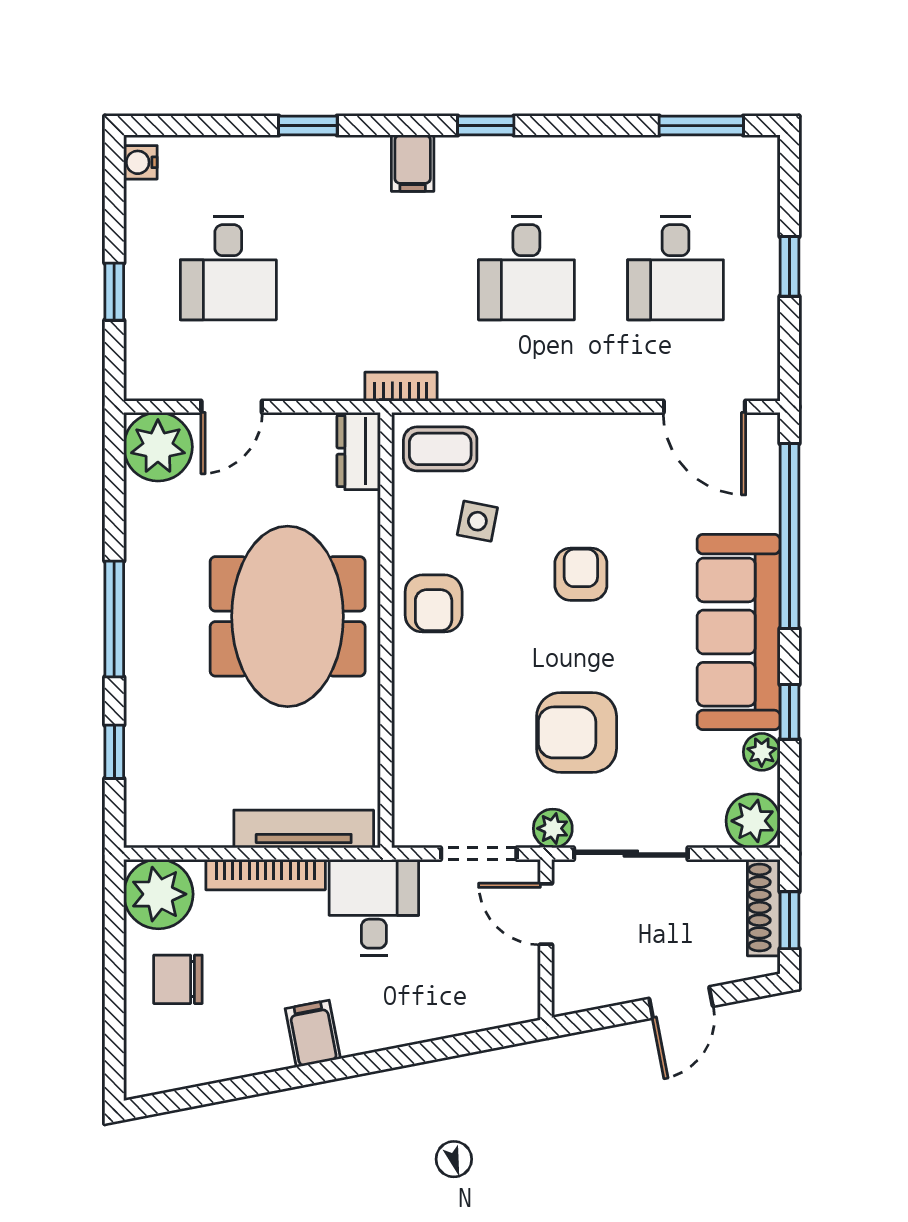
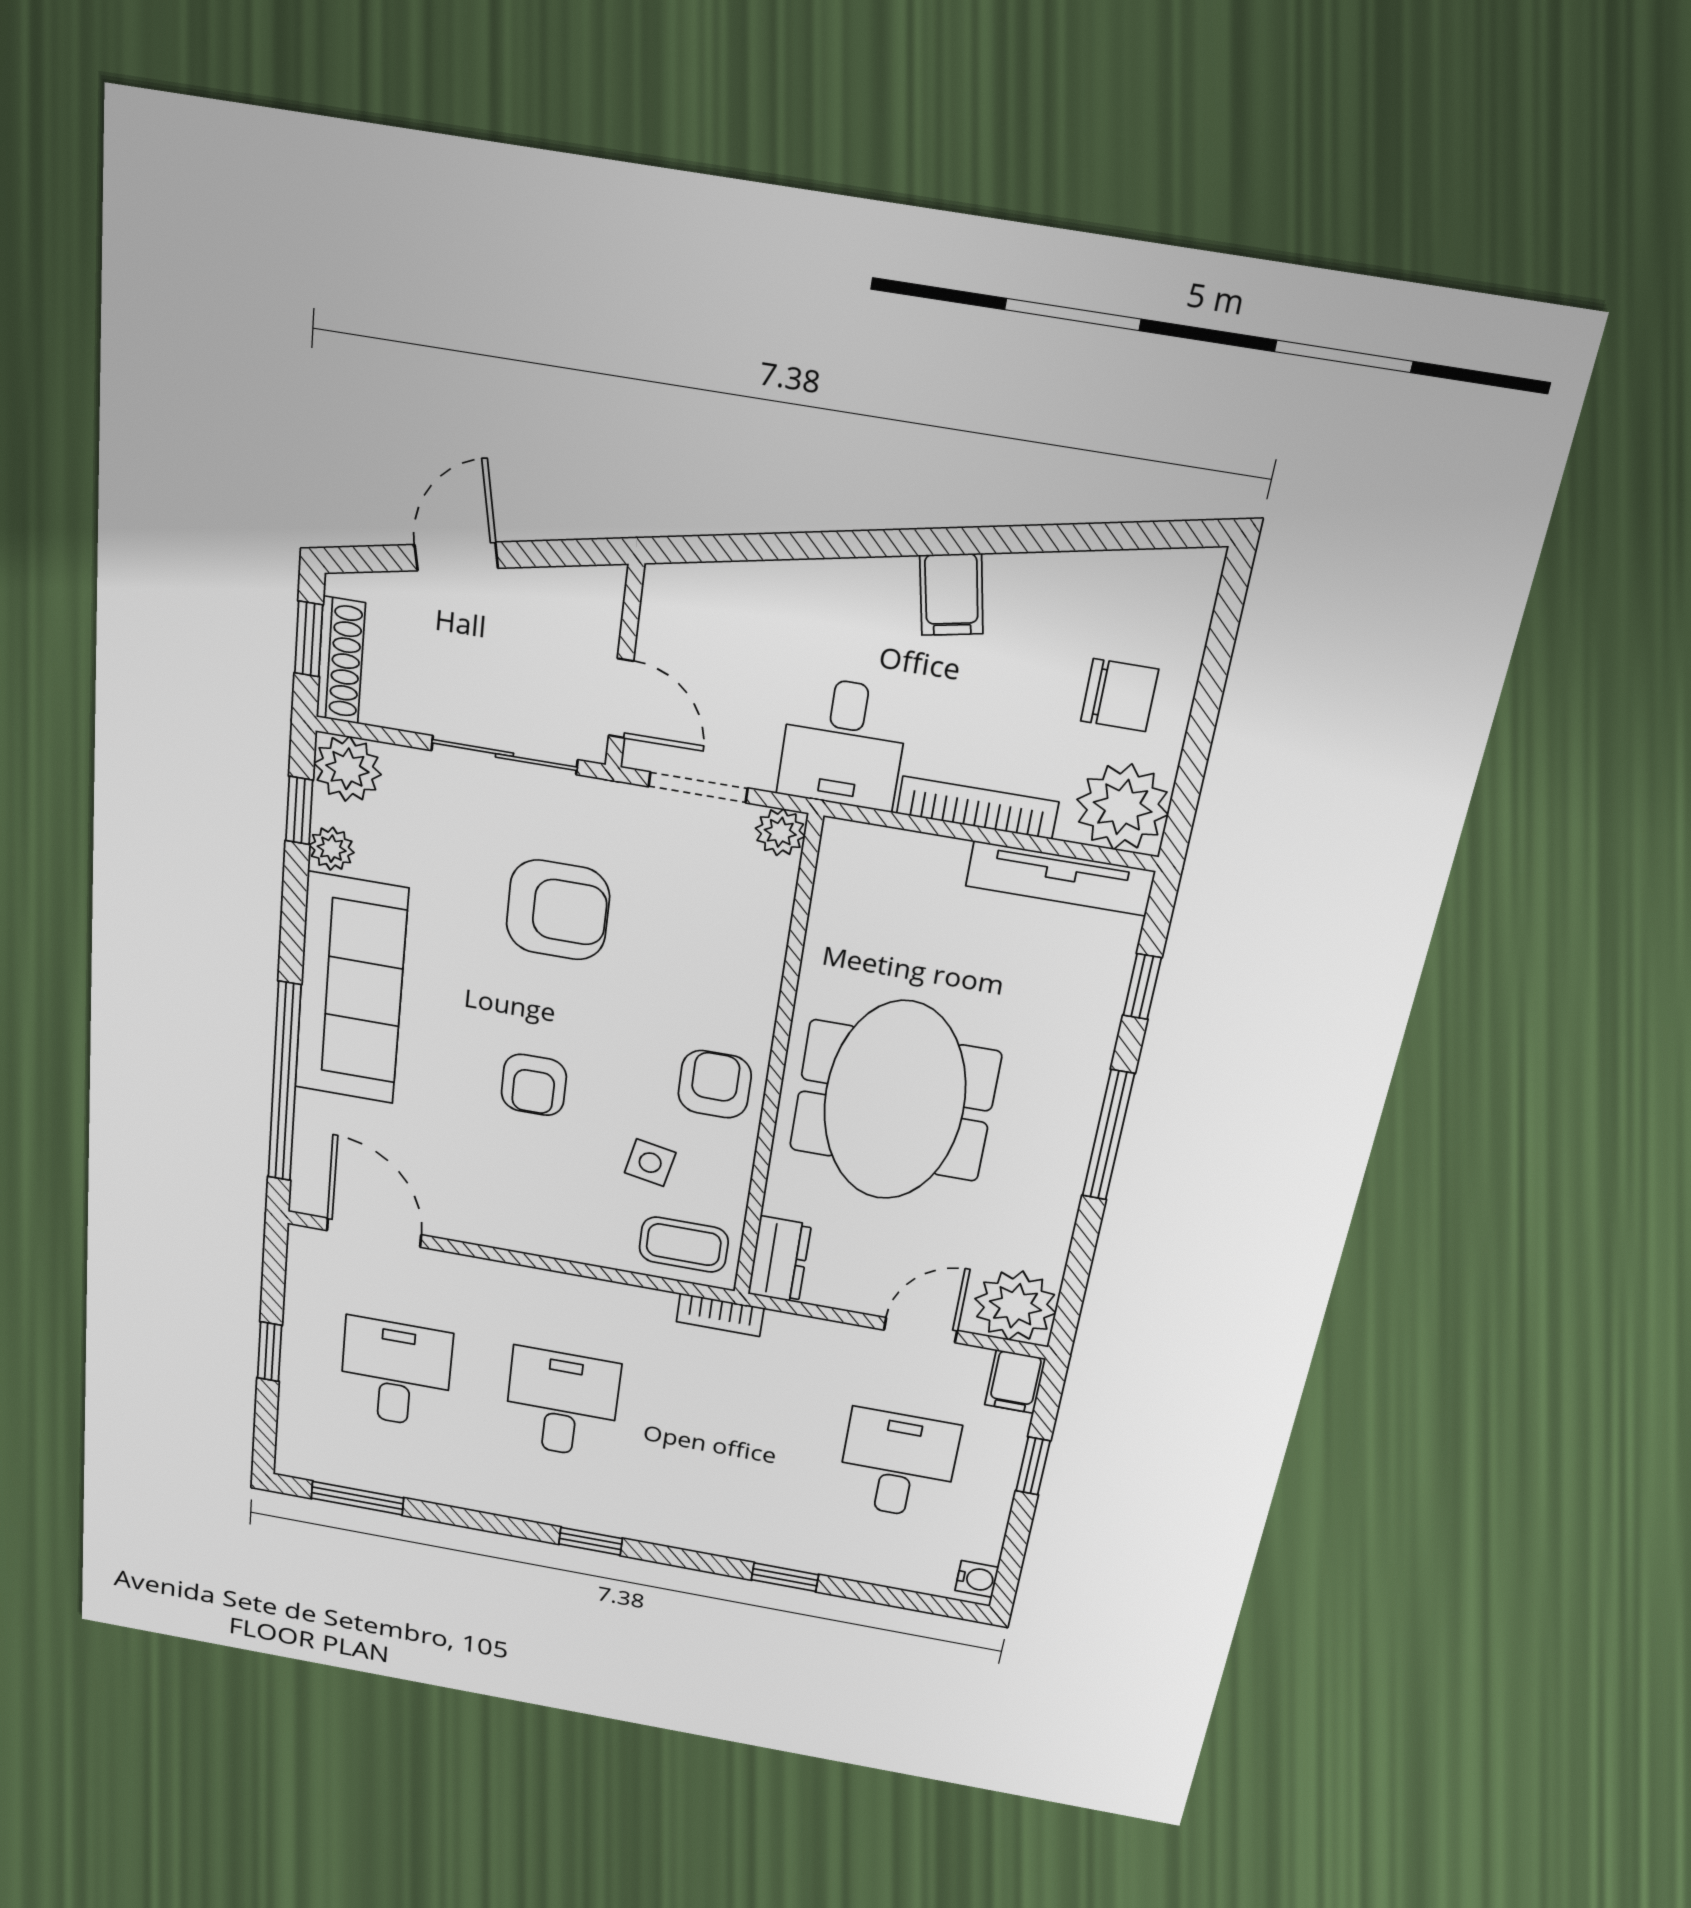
filing cabinet: (413, 163) -> (1015, 1382), moved, turned 180
window: (790, 712) -> (299, 810), moved
plant: (553, 828) -> (780, 832), moved
tv unit: (304, 829) -> (1060, 878), moved

